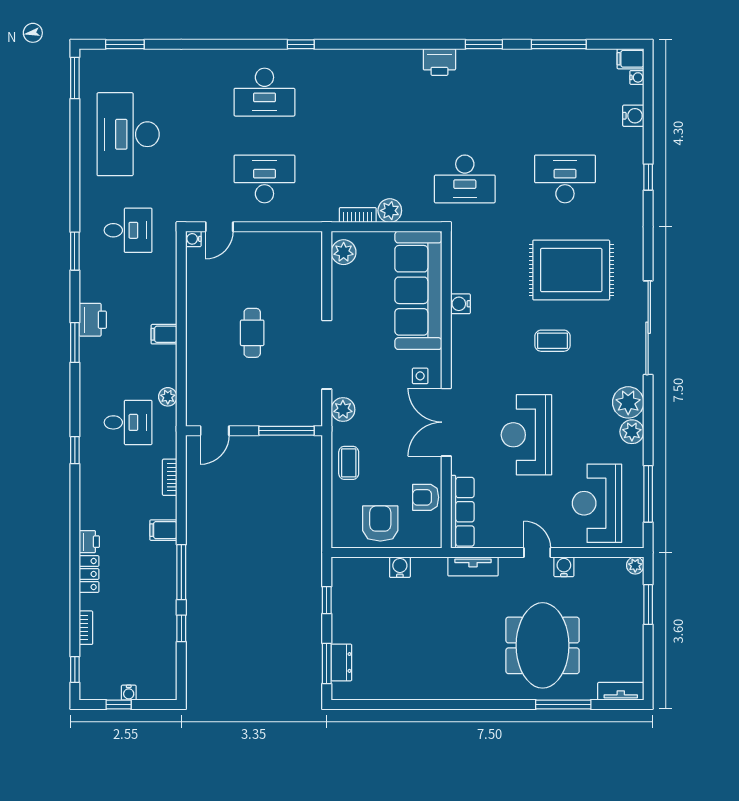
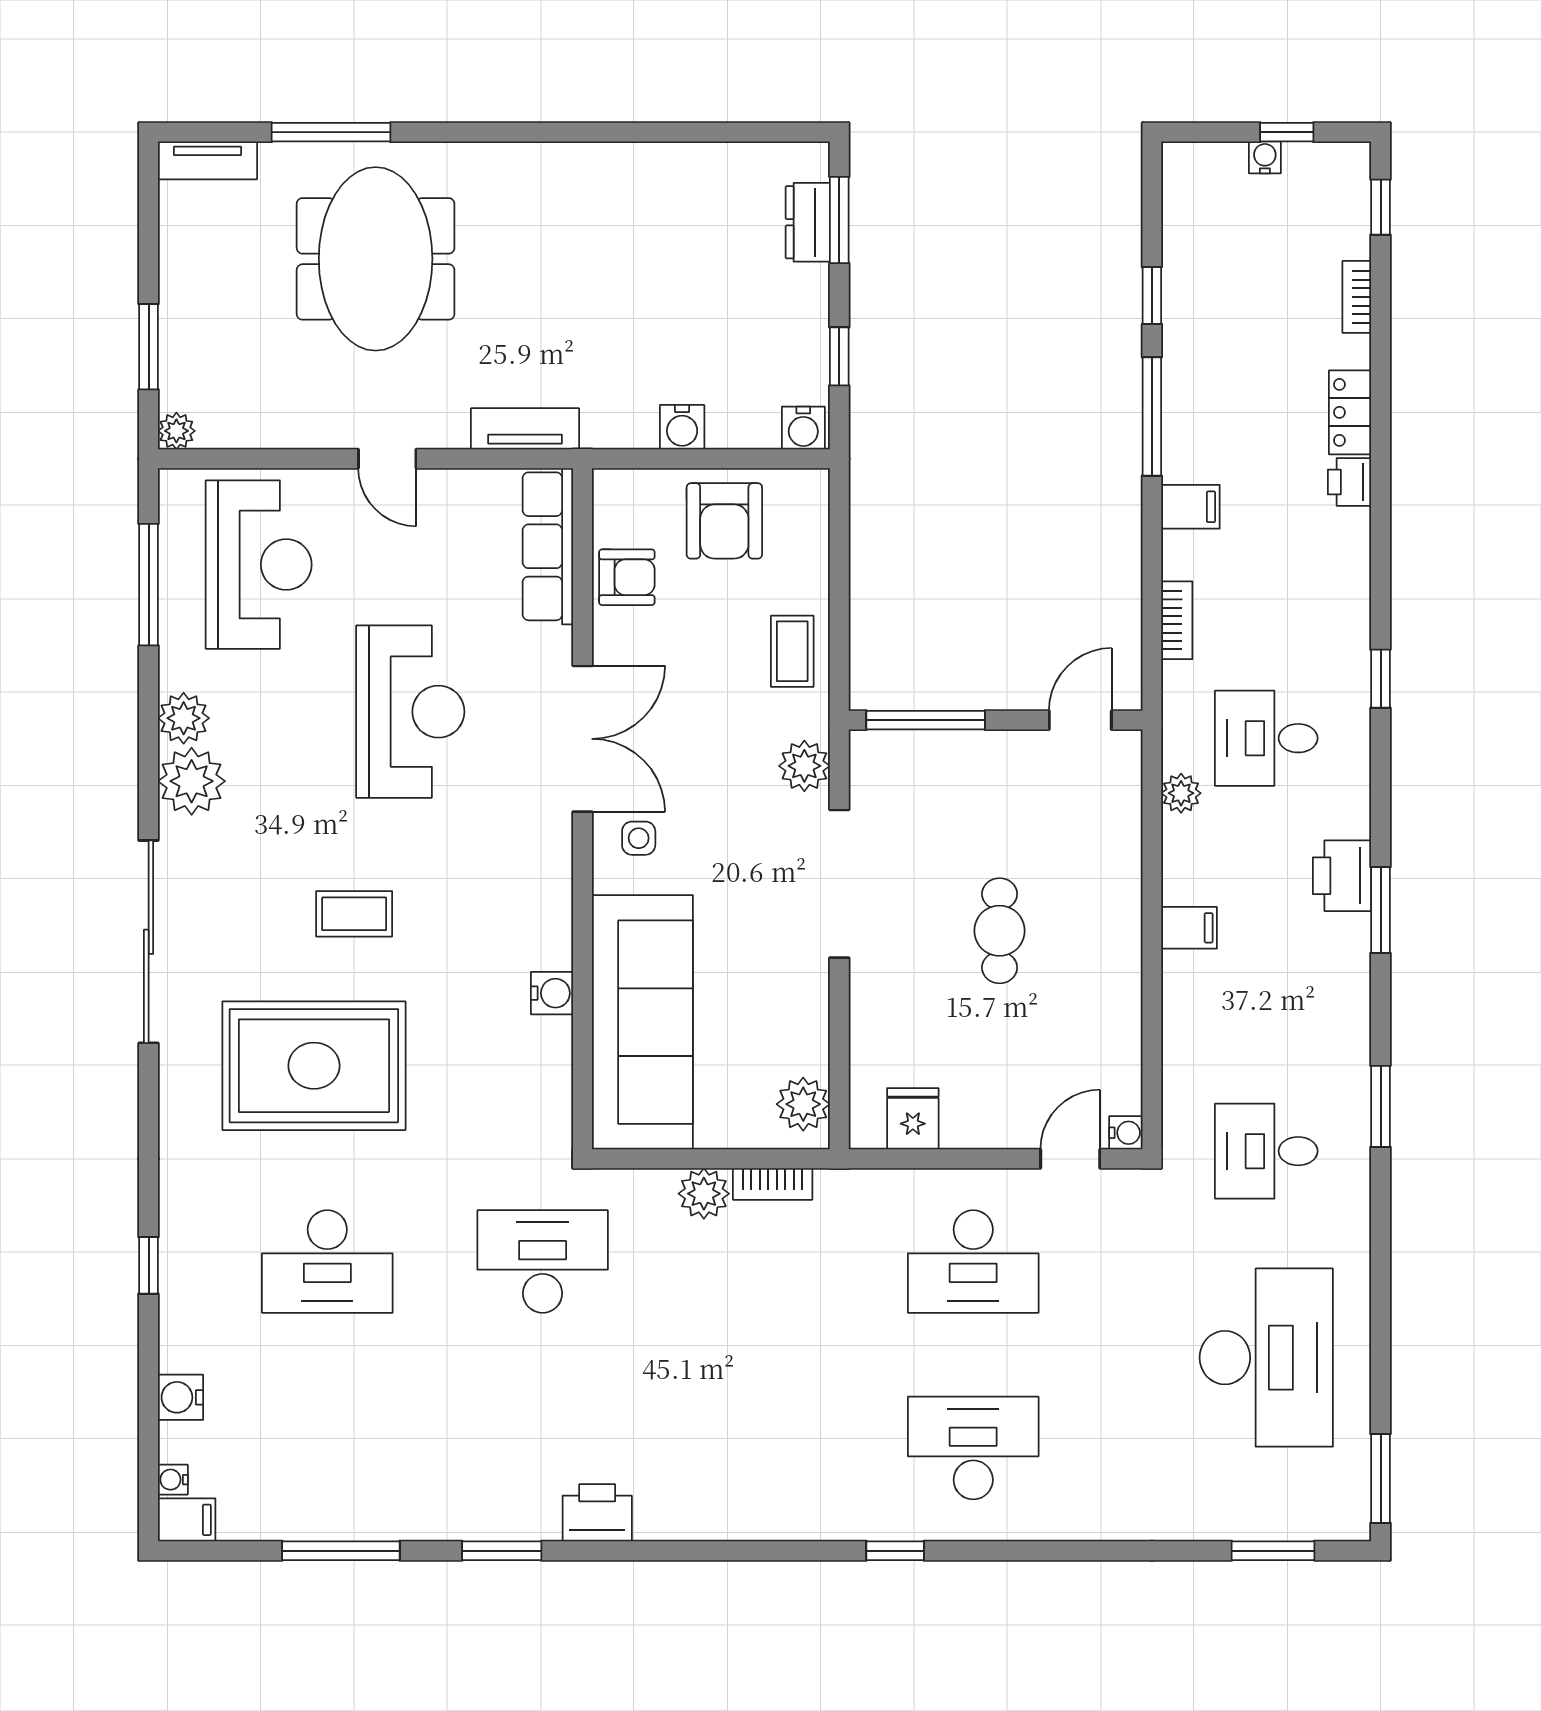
fridge: (293, 245) -> (913, 1119), added
printer: (93, 320) -> (1342, 876), moved
water cooler: (564, 567) -> (803, 428), moved

